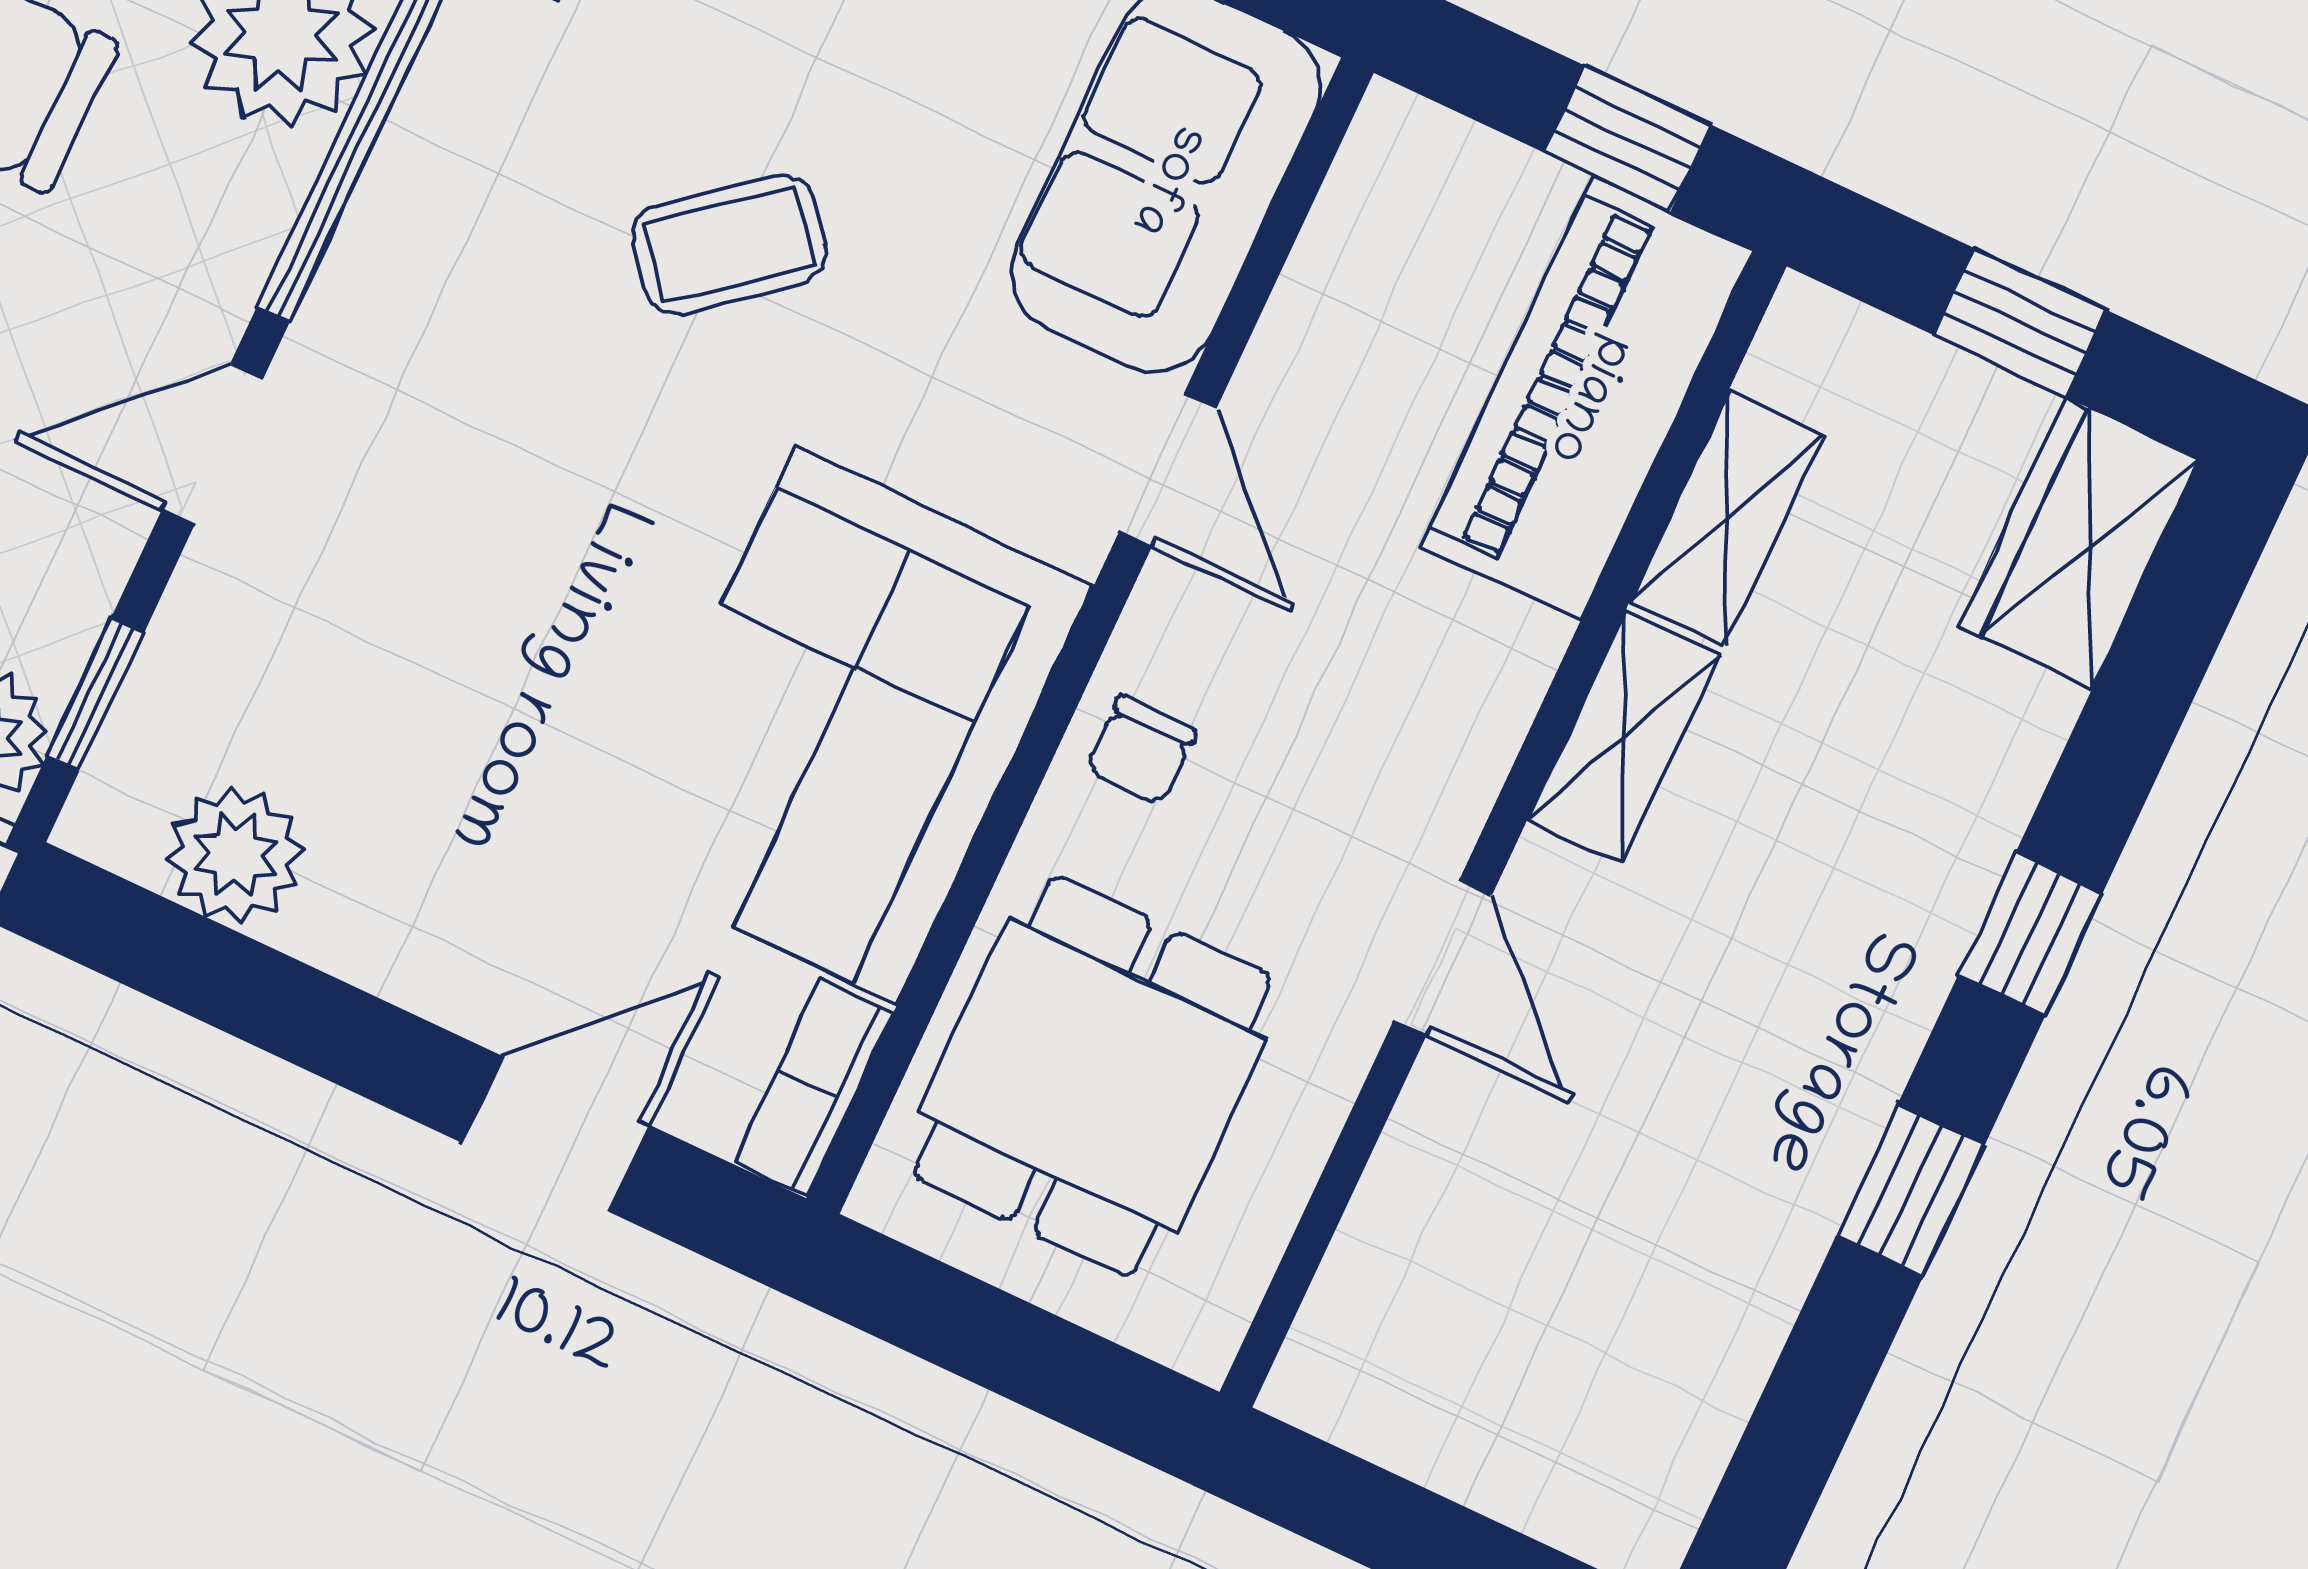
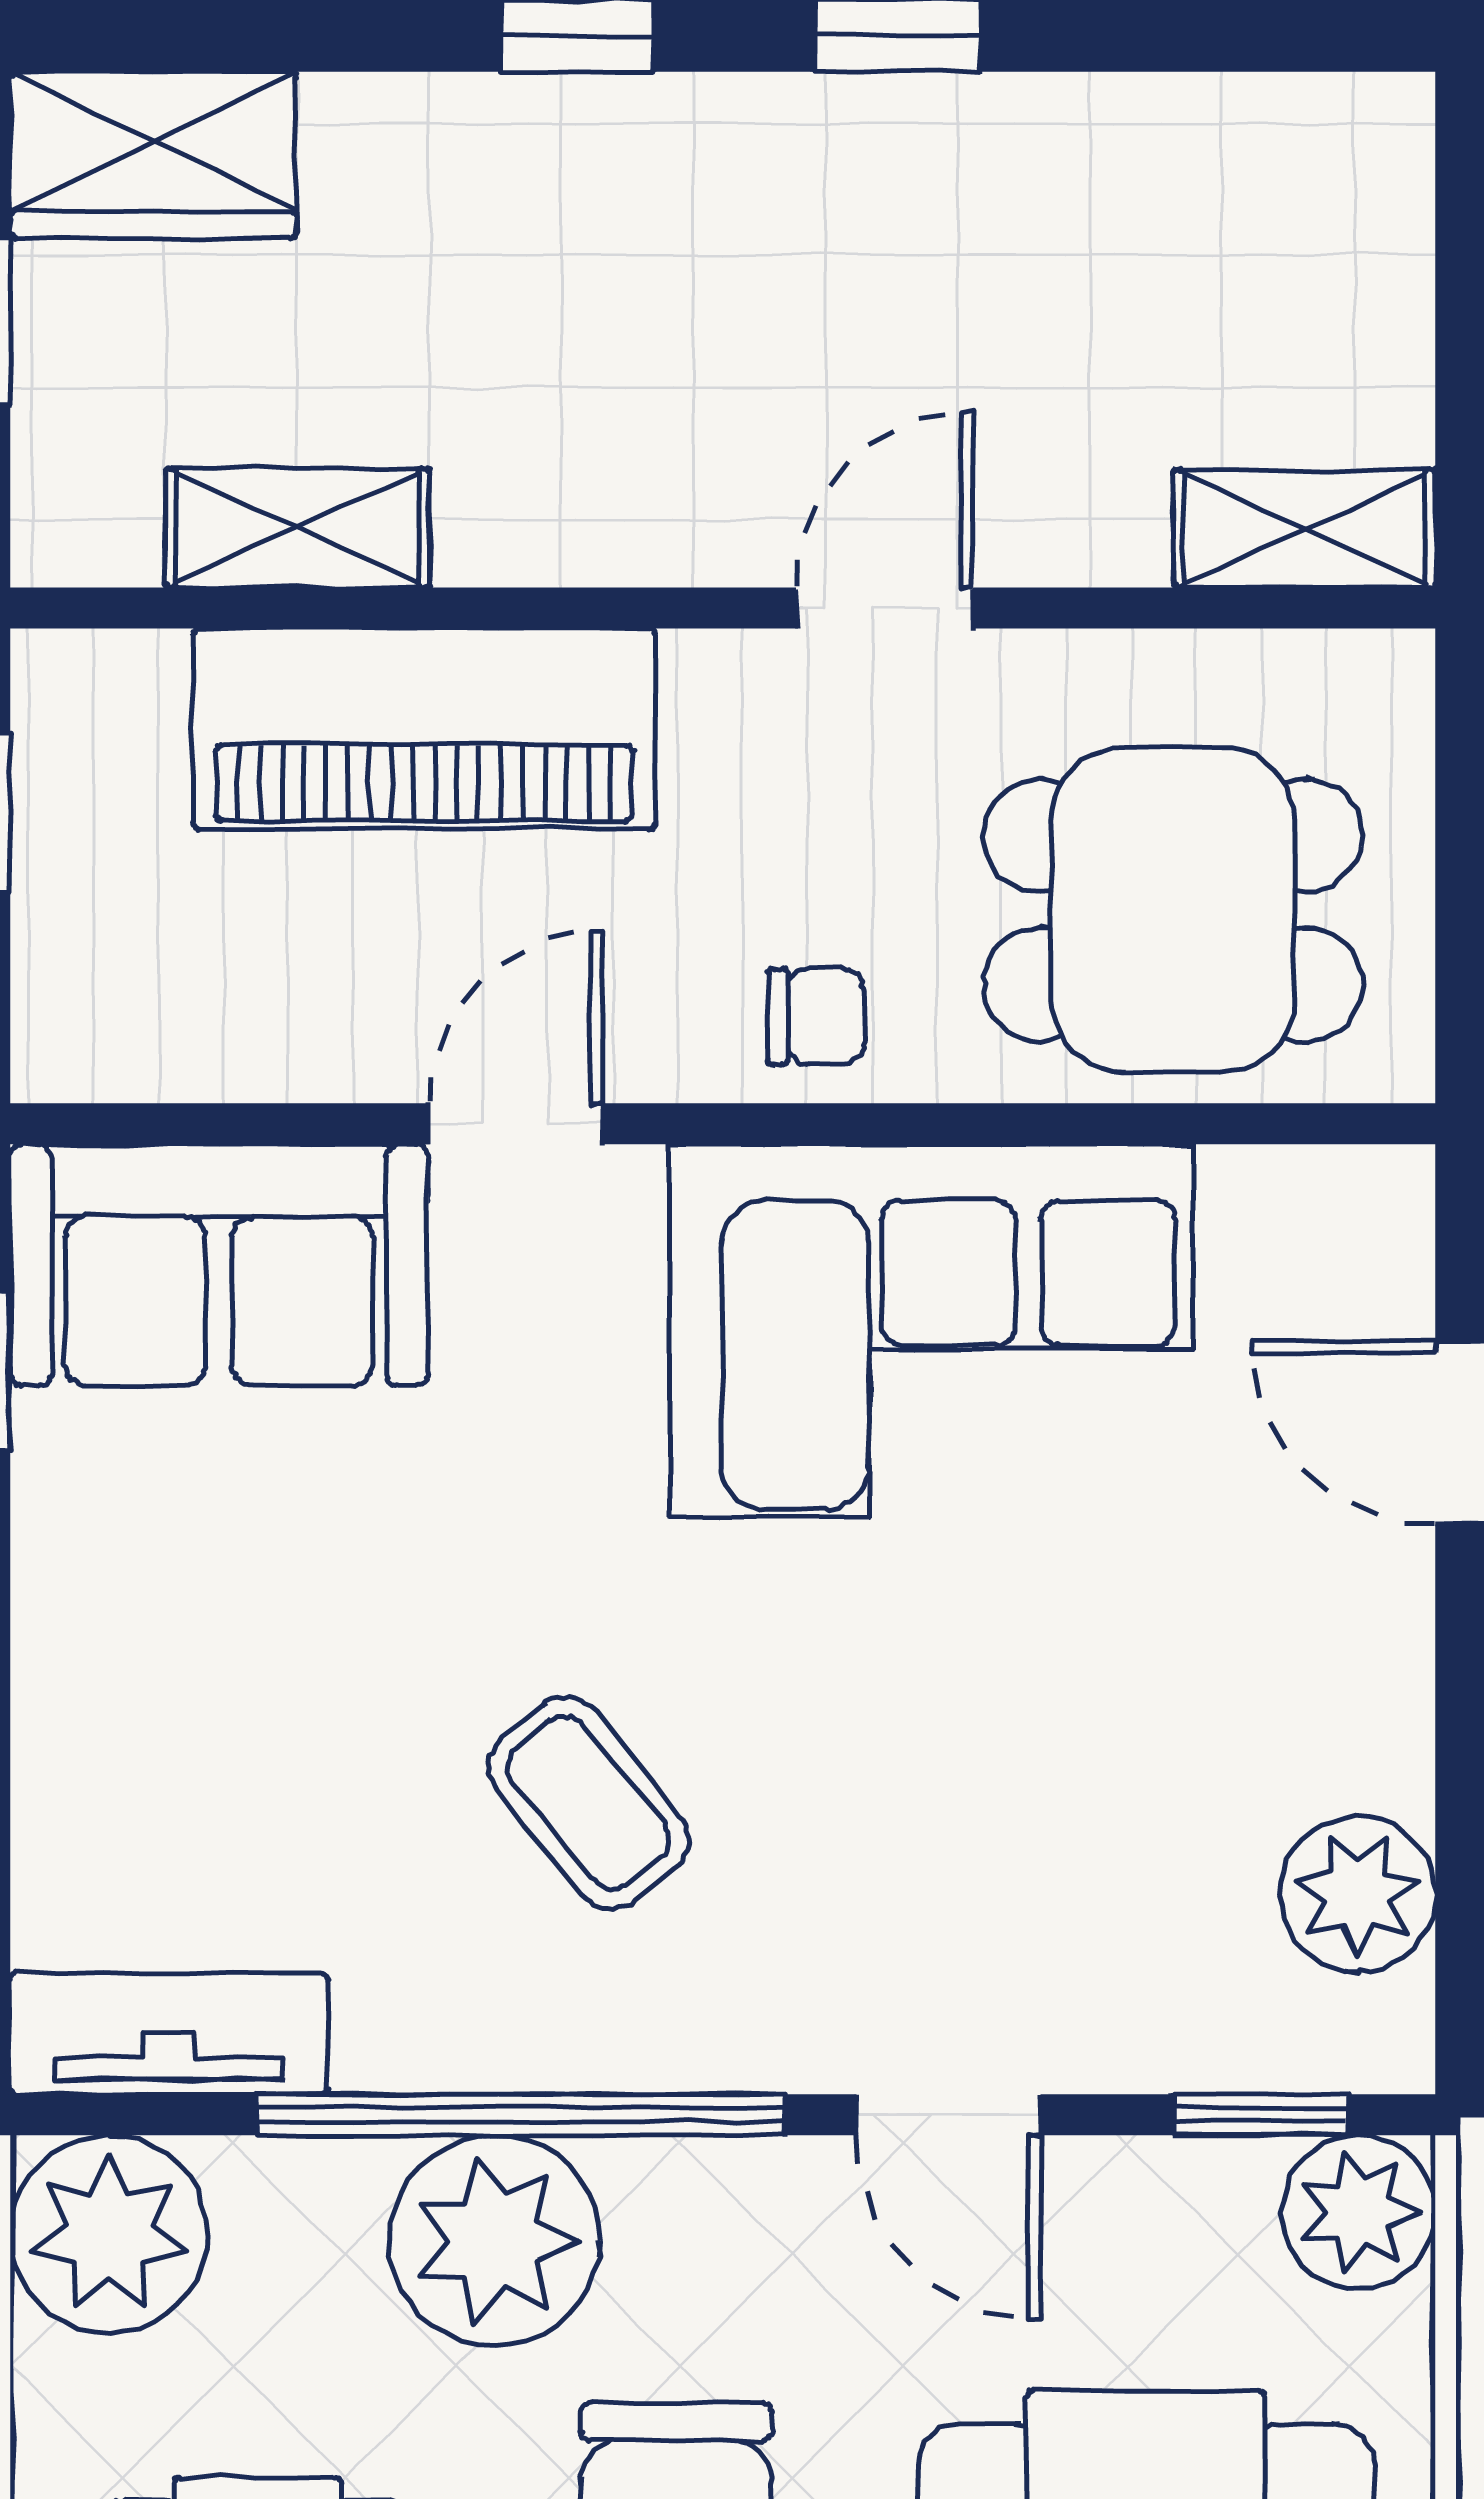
coffee table: (729, 244) -> (589, 1803), moved
piano: (1587, 398) -> (424, 729), moved
shelving: (1623, 737) -> (1305, 529), moved
bookcase: (814, 1087) -> (1318, 1190), removed

